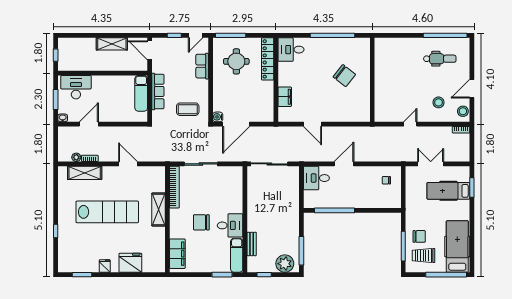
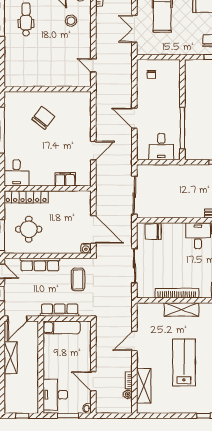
row of seats: (202, 66) -> (40, 264), width x1.48
door: (410, 124) -> (93, 65), moved
desk: (316, 178) -> (161, 147), moved
bookcase: (174, 187) -> (177, 293), moved
lab bench: (107, 212) -> (184, 362), width x0.73
chair: (201, 222) -> (153, 232), moved, turned 90

